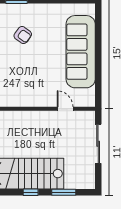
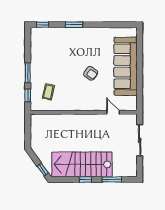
armchair: (23, 35) -> (91, 73), moved

